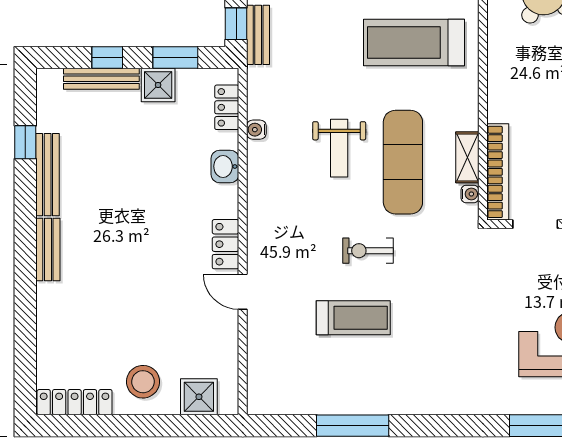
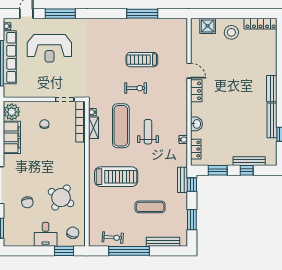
shower: (158, 85) -> (225, 159), removed

